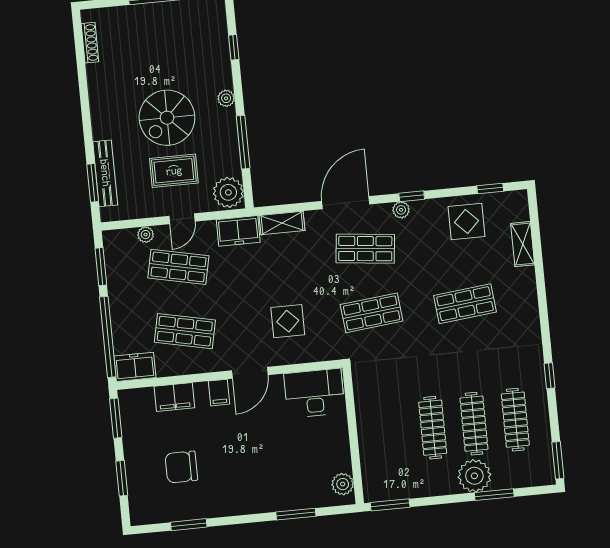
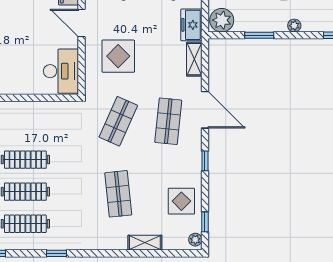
window: (243, 142) -> (259, 35), width x0.69
plant: (401, 210) -> (195, 240), moved
shelving: (523, 244) -> (145, 243), moved
shop shelf: (372, 313) -> (118, 121), turned 30
display table: (288, 321) -> (118, 56), width x1.36, depth x1.36

